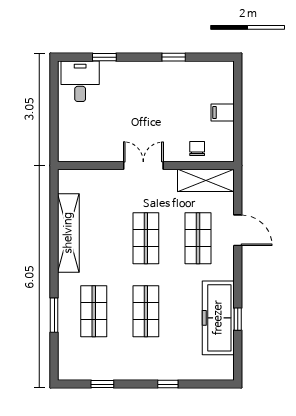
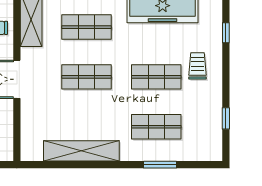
trolley: (157, 354) -> (198, 66), added
window: (168, 384) -> (226, 33), moved

